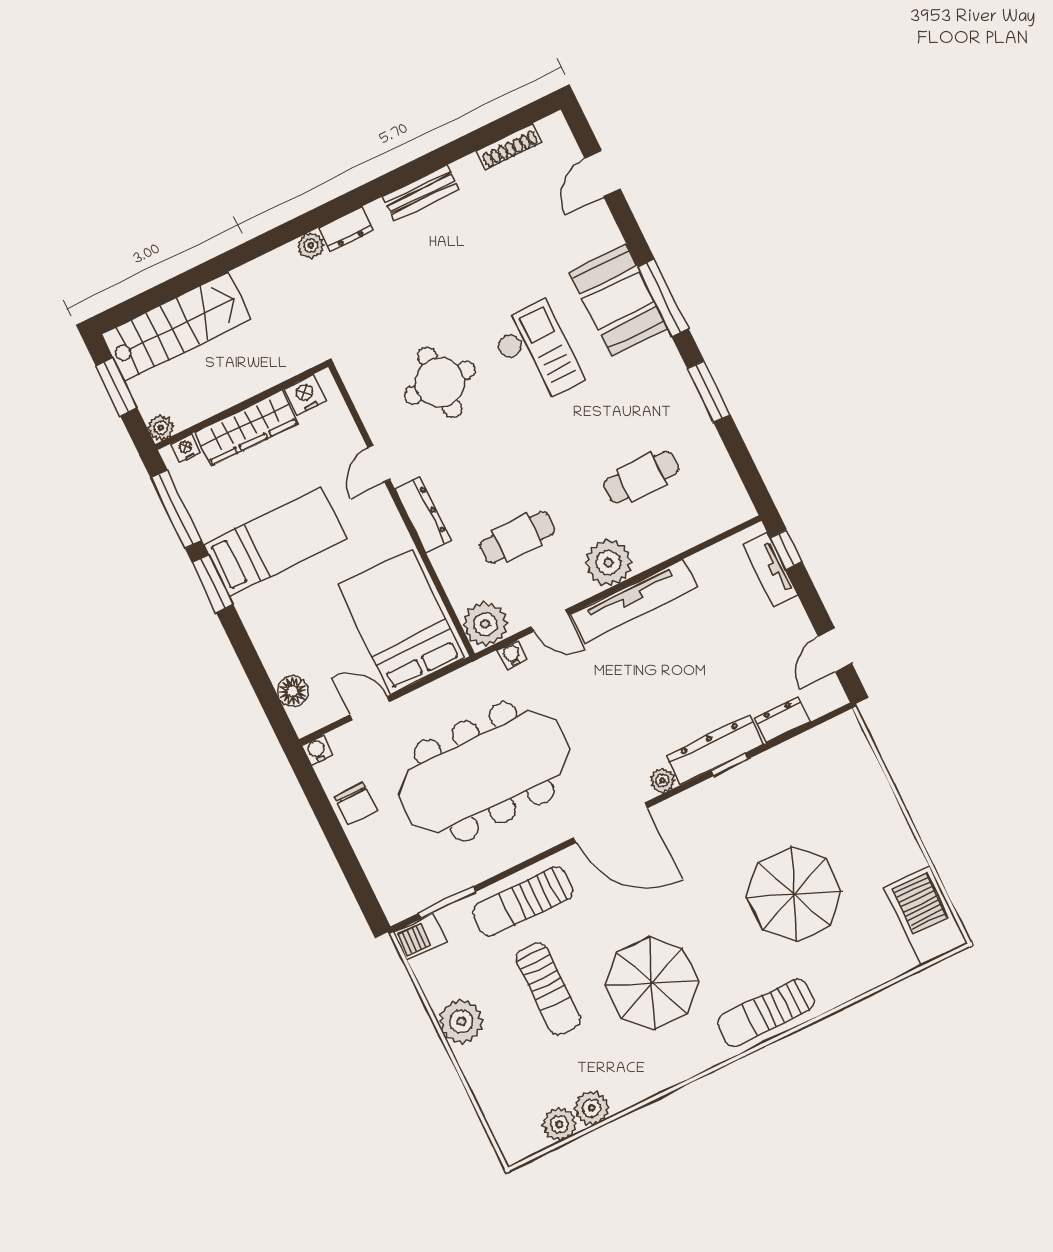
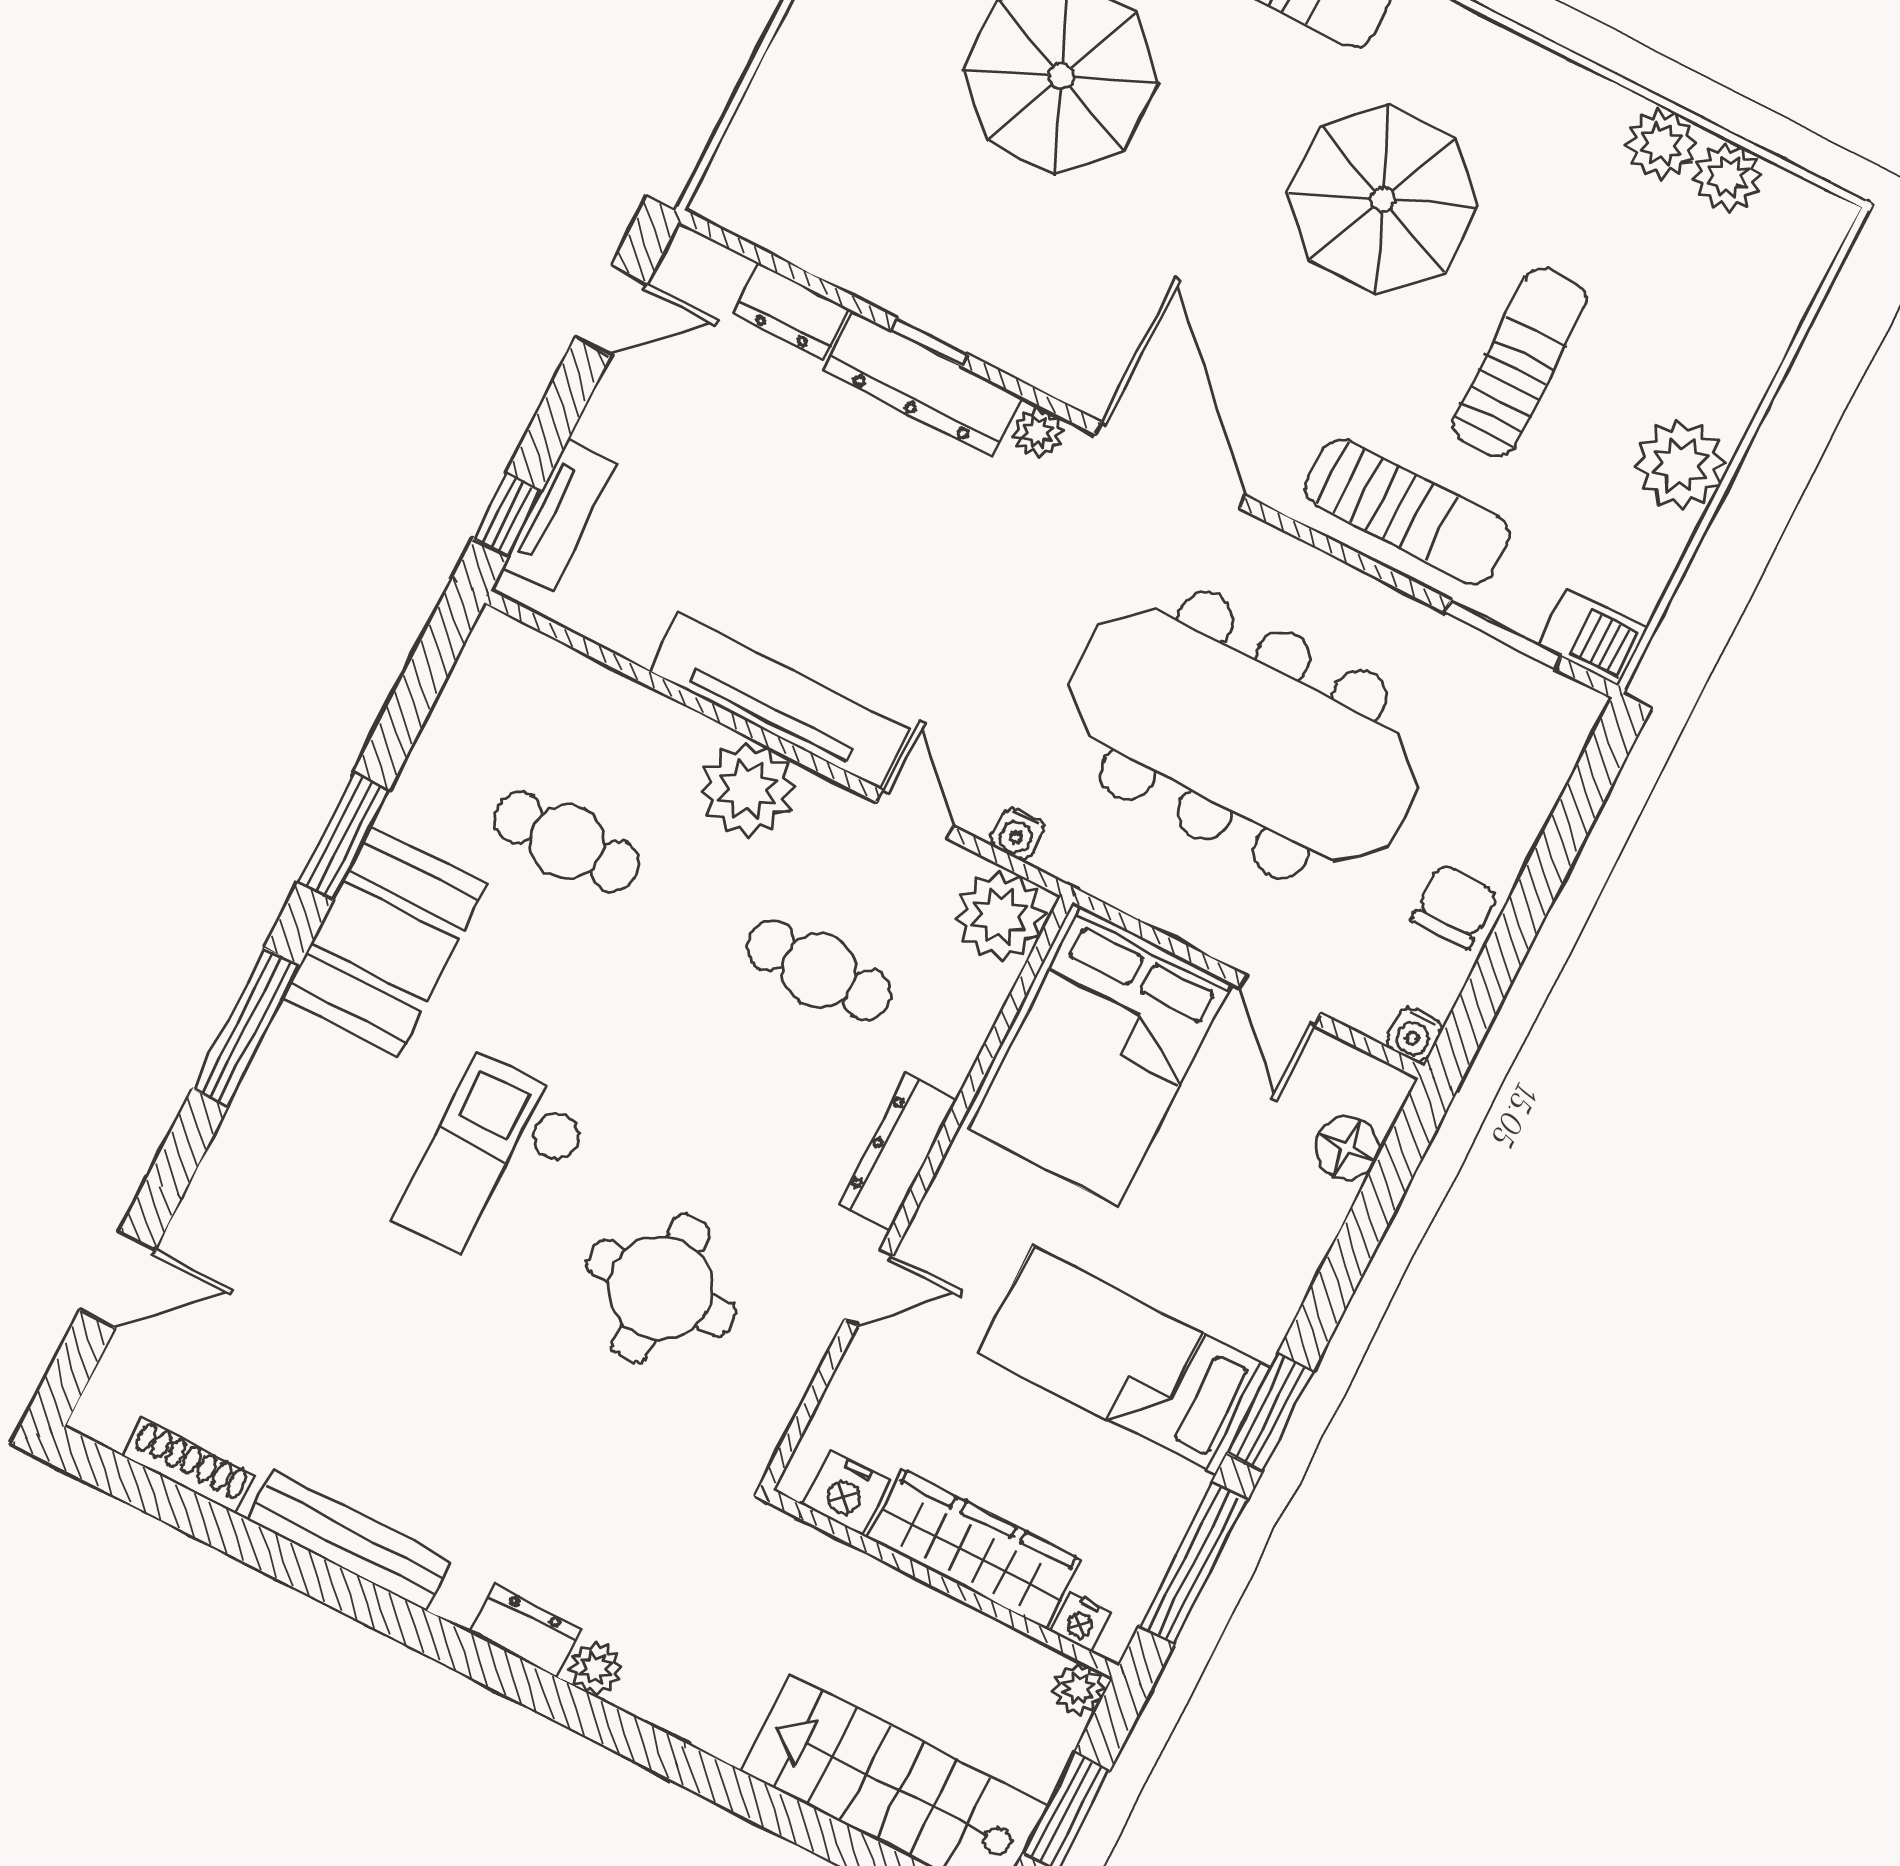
bench: (421, 193) -> (349, 1540), width x1.36
booth: (618, 300) -> (385, 941), moved

